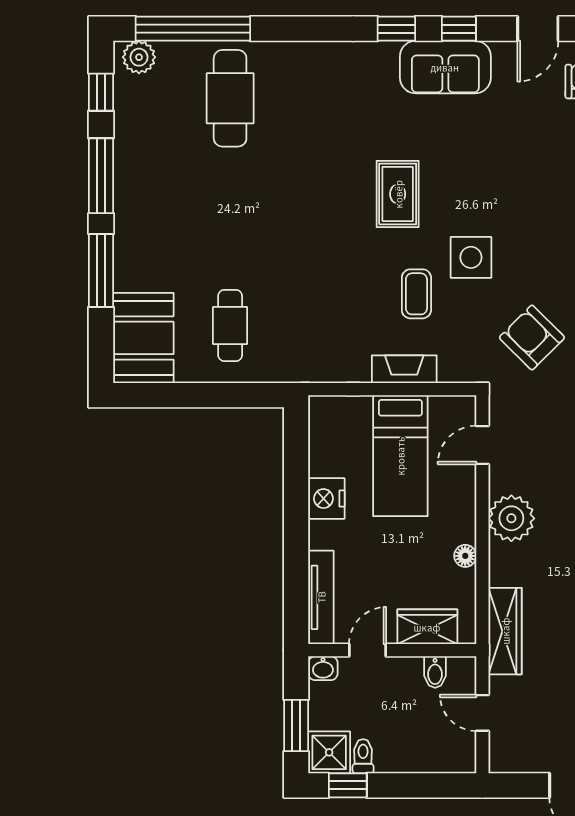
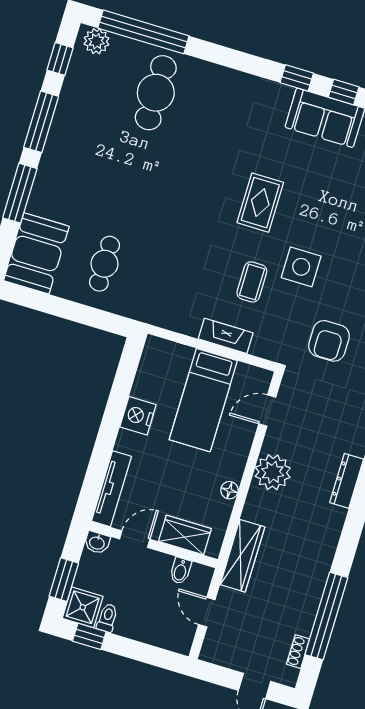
armchair: (532, 337) -> (329, 341), turned -135

